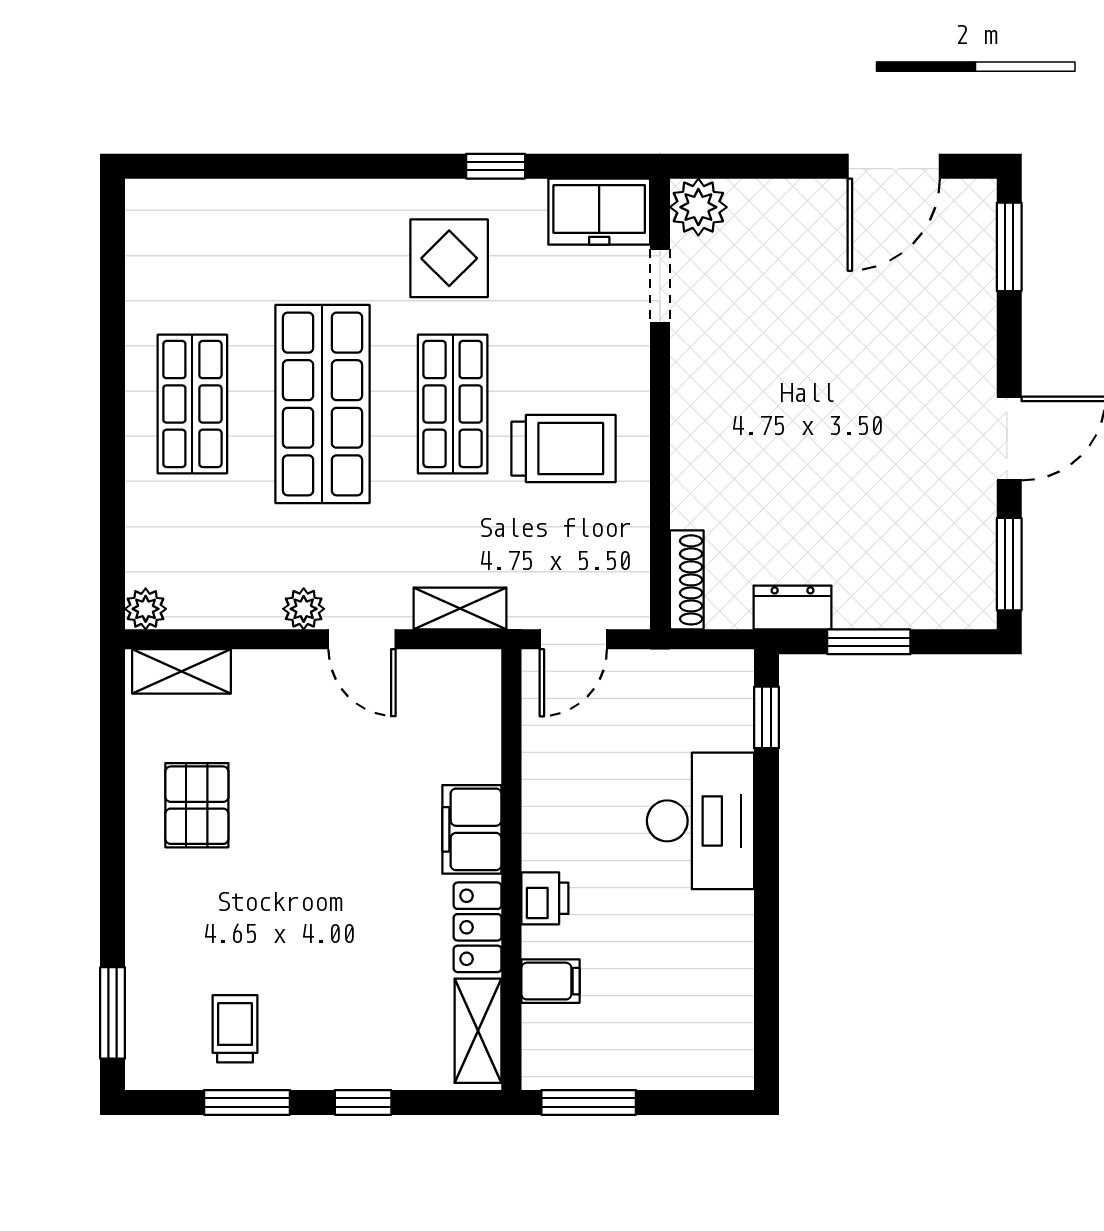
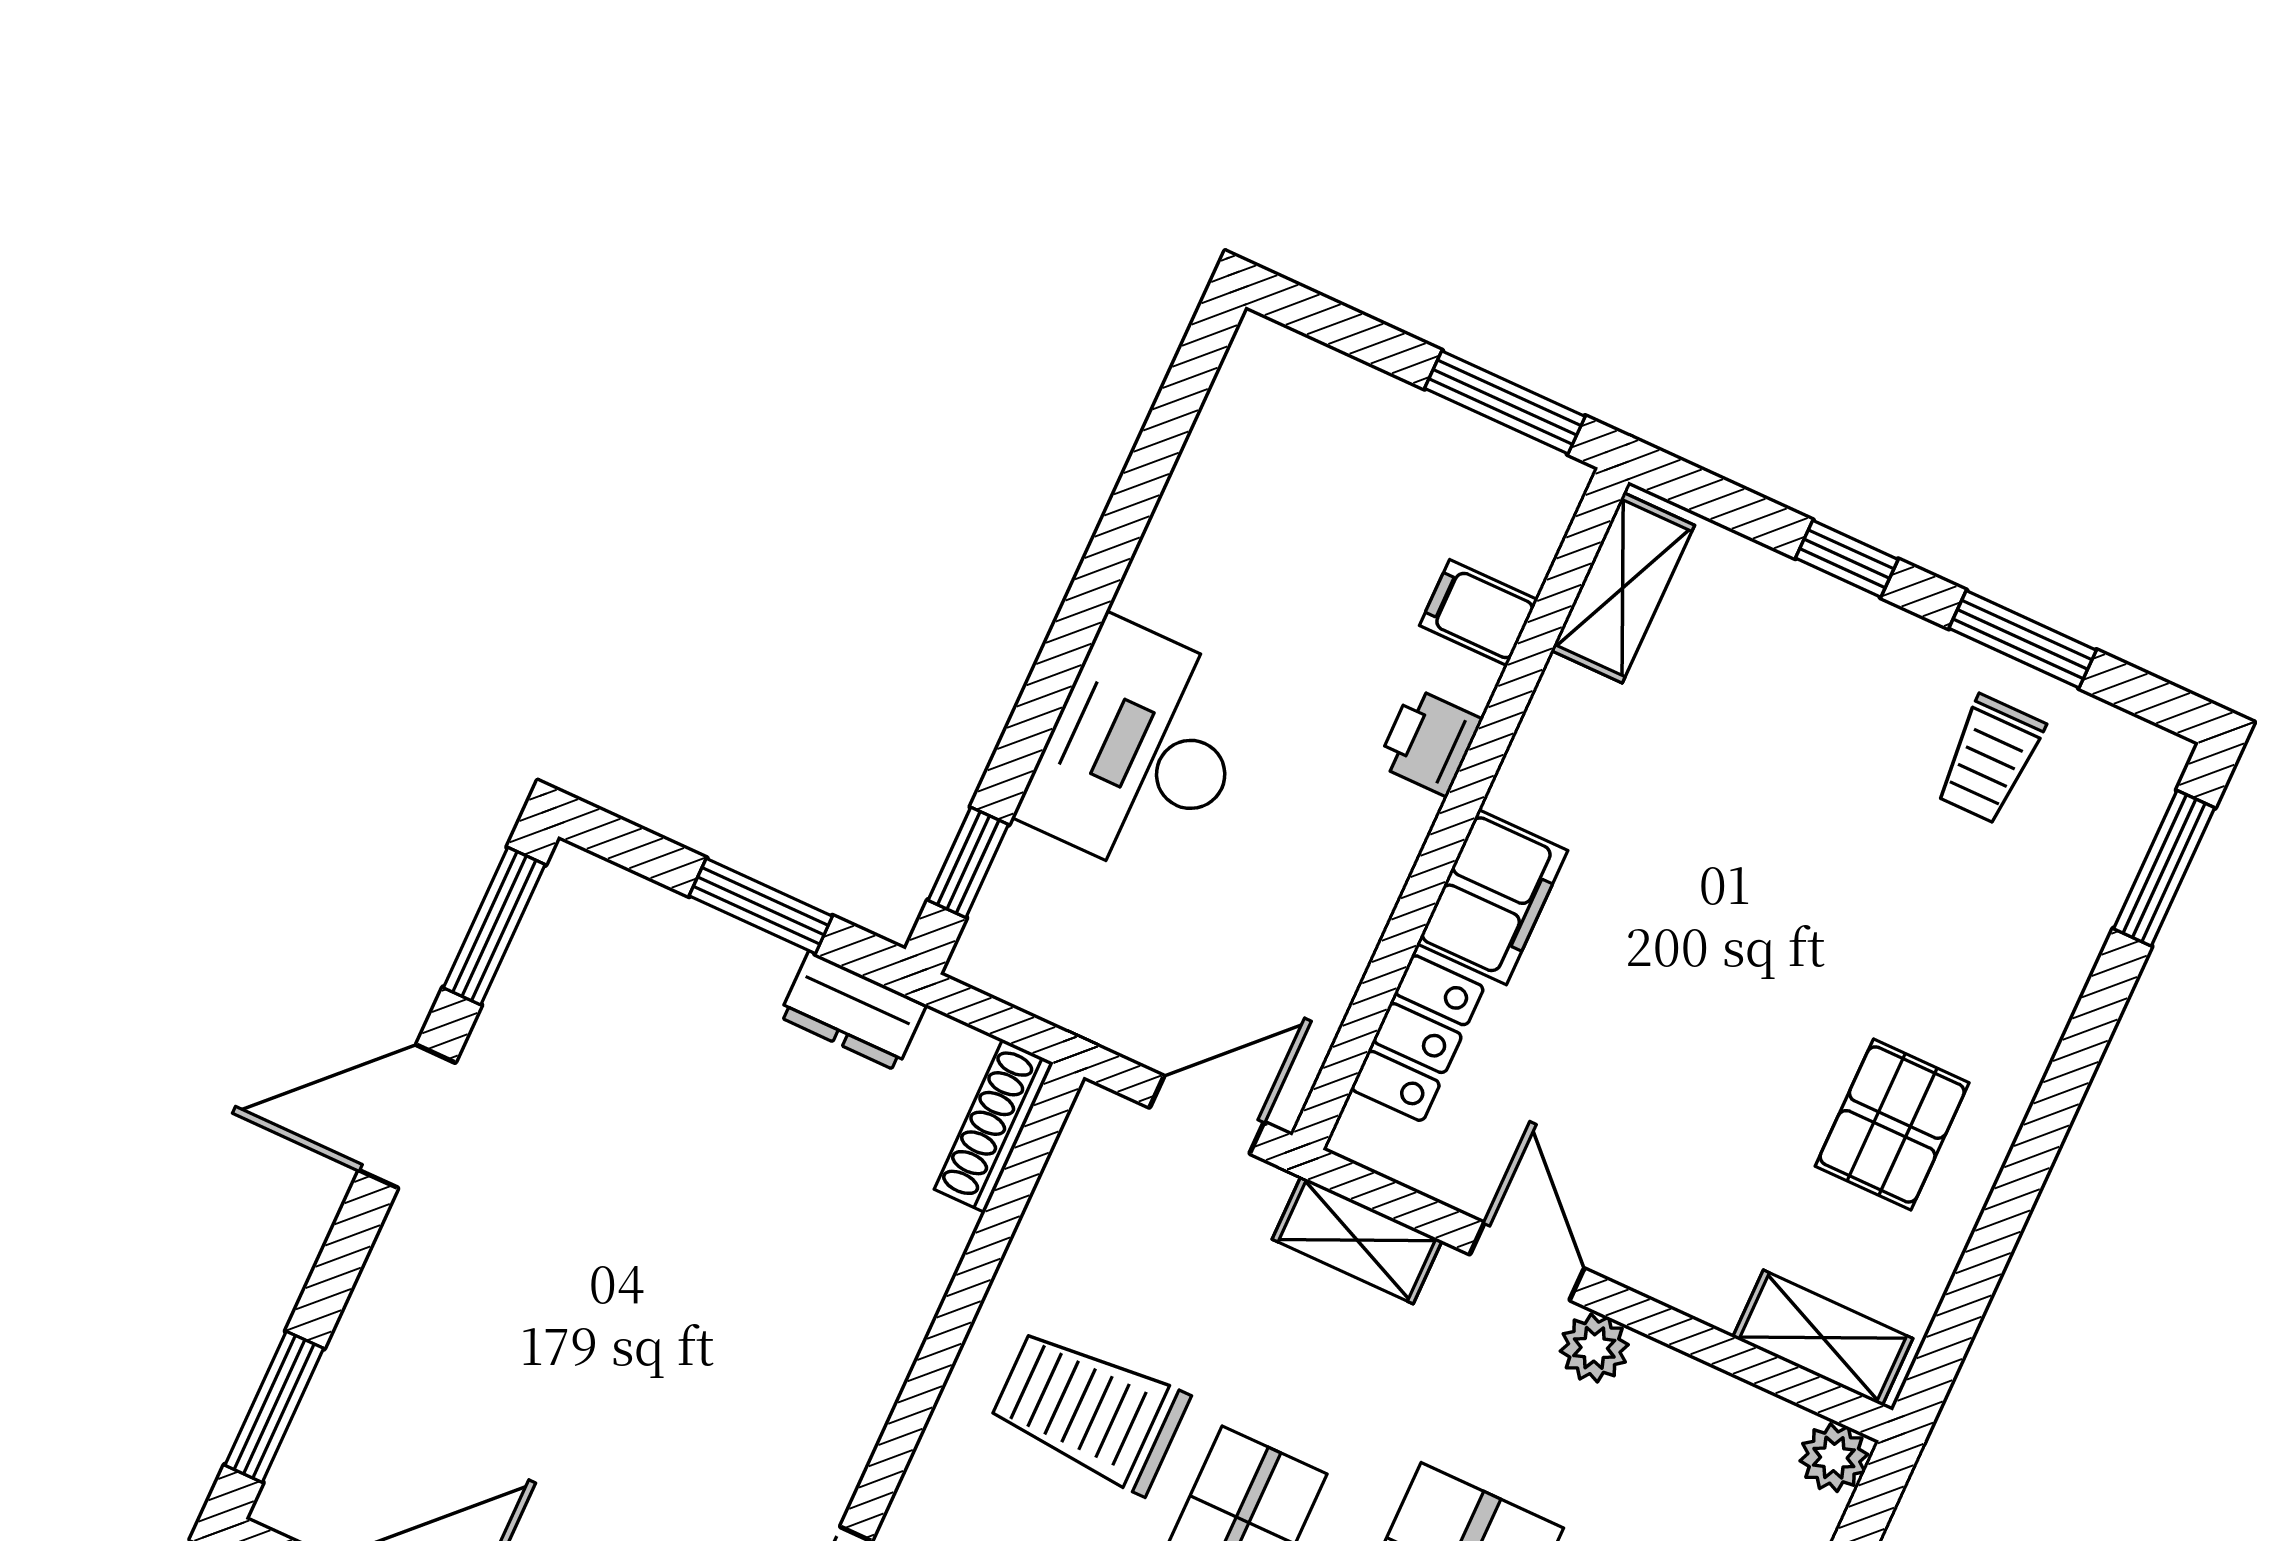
locker: (478, 927) -> (1417, 1038), moved

